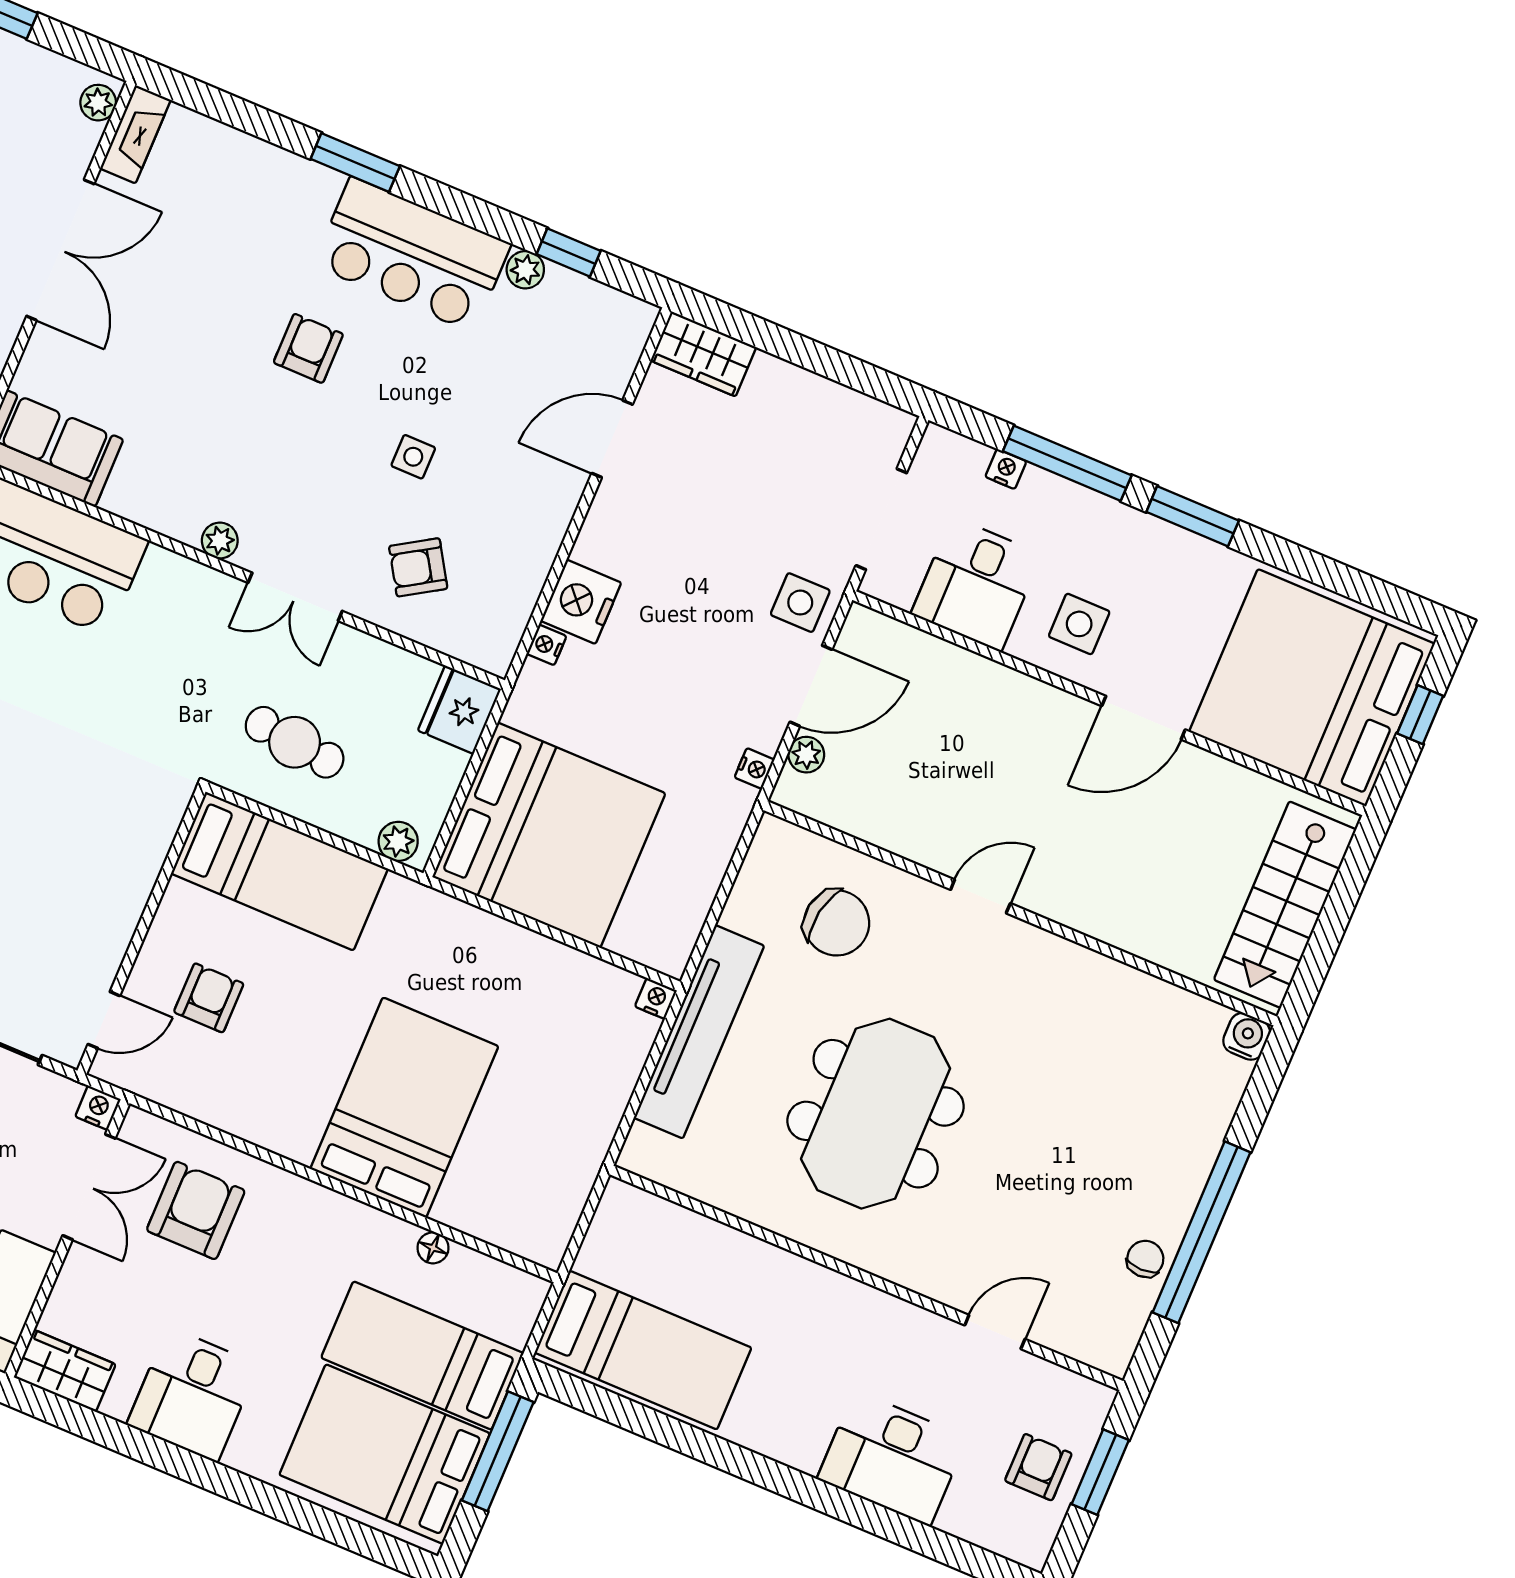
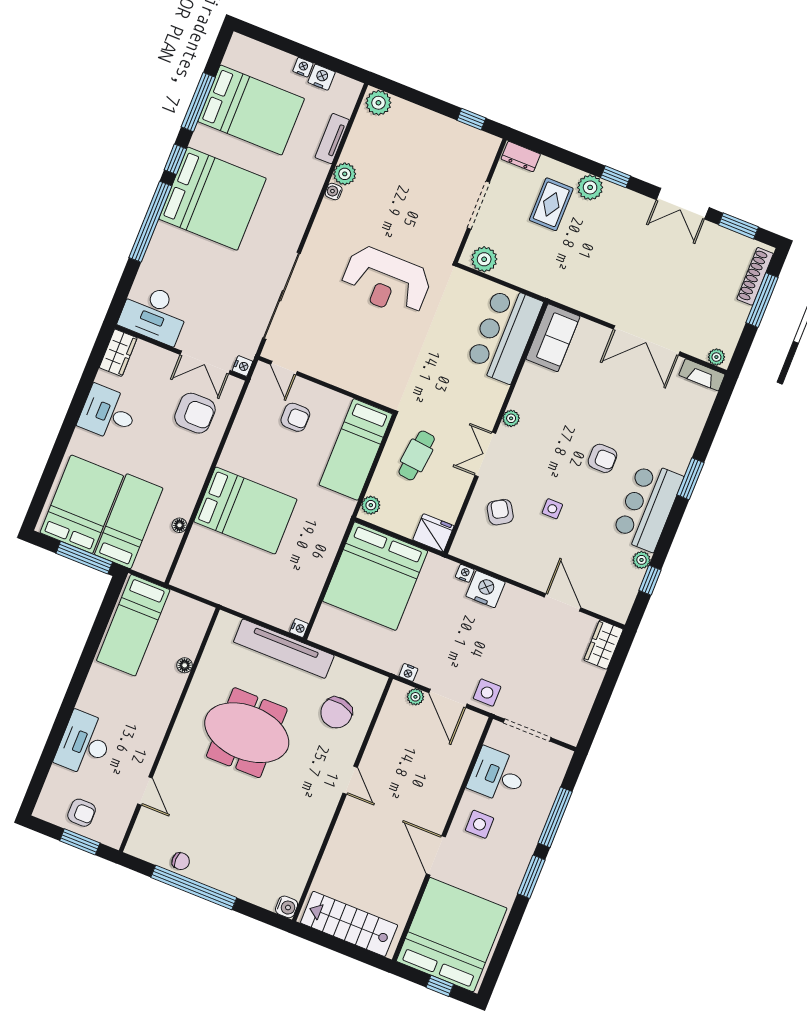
nightstand: (1006, 469) -> (552, 788), removed
floor lamp: (730, 1243) -> (185, 665), added

